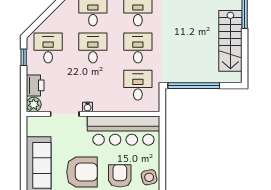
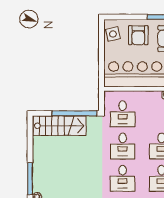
stairs: (230, 41) -> (60, 126), moved, turned 90

